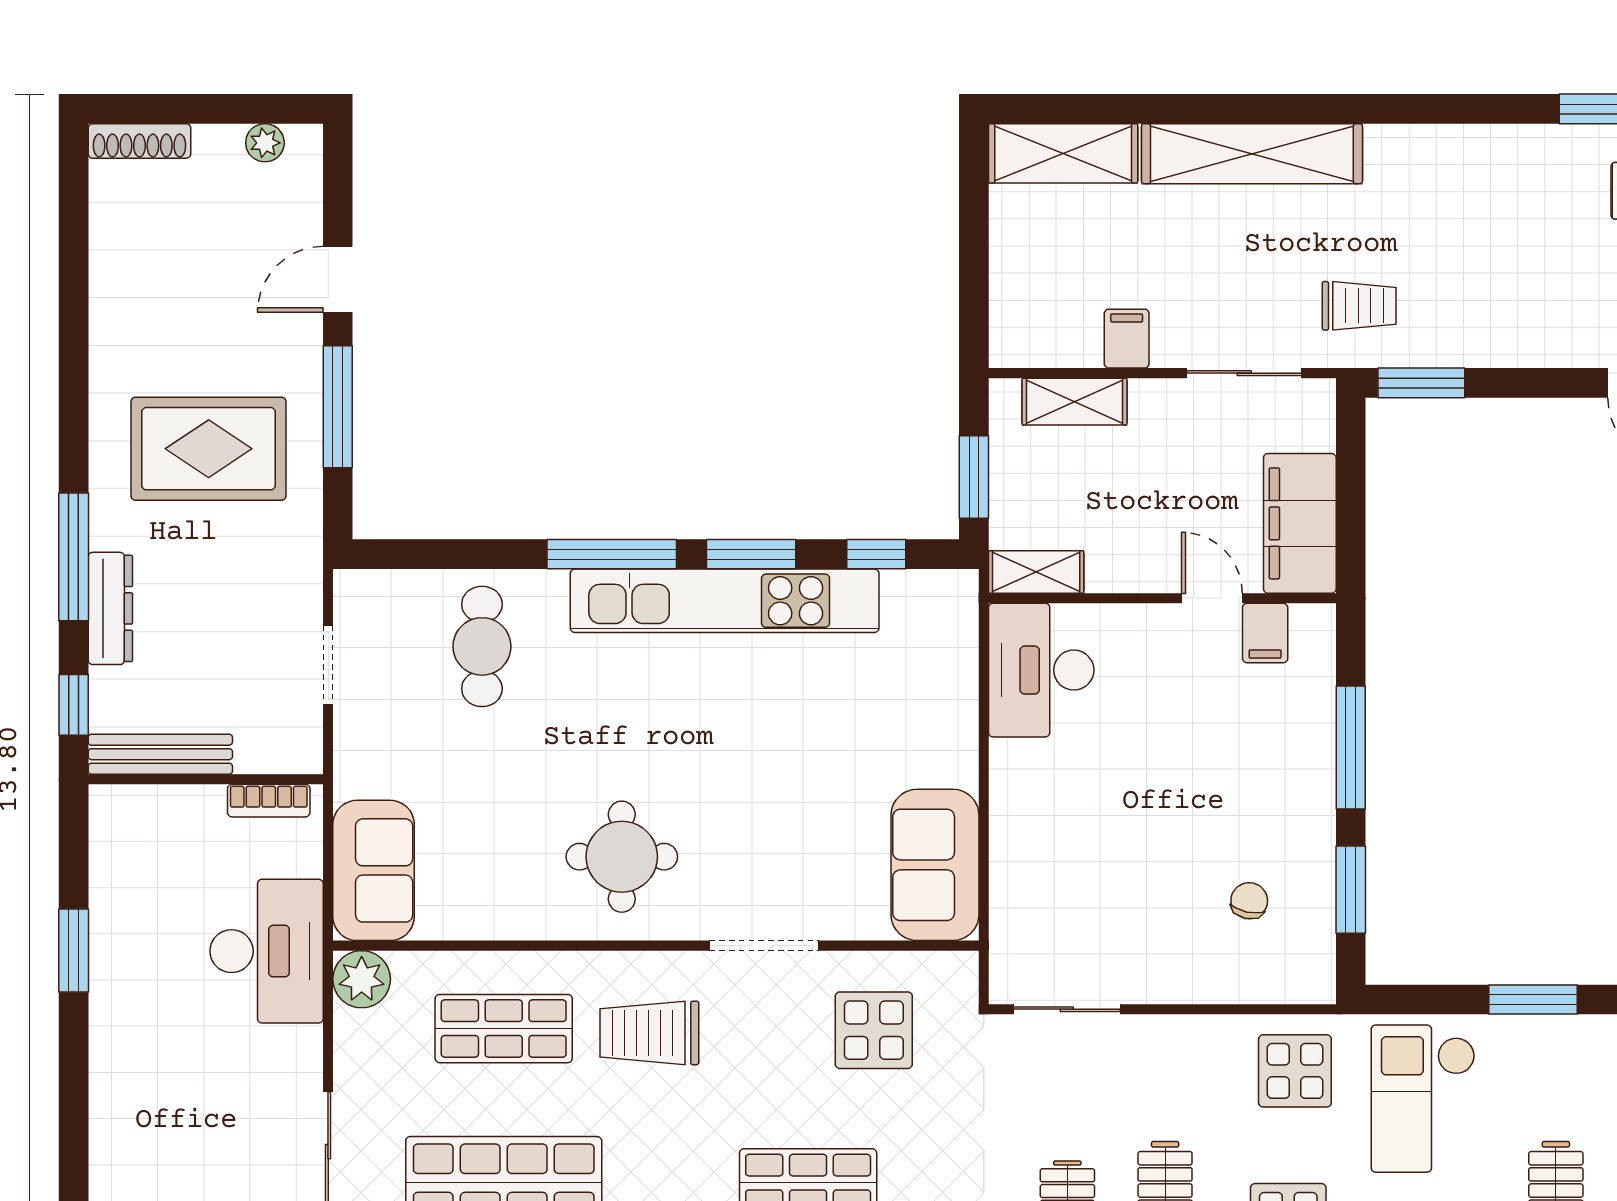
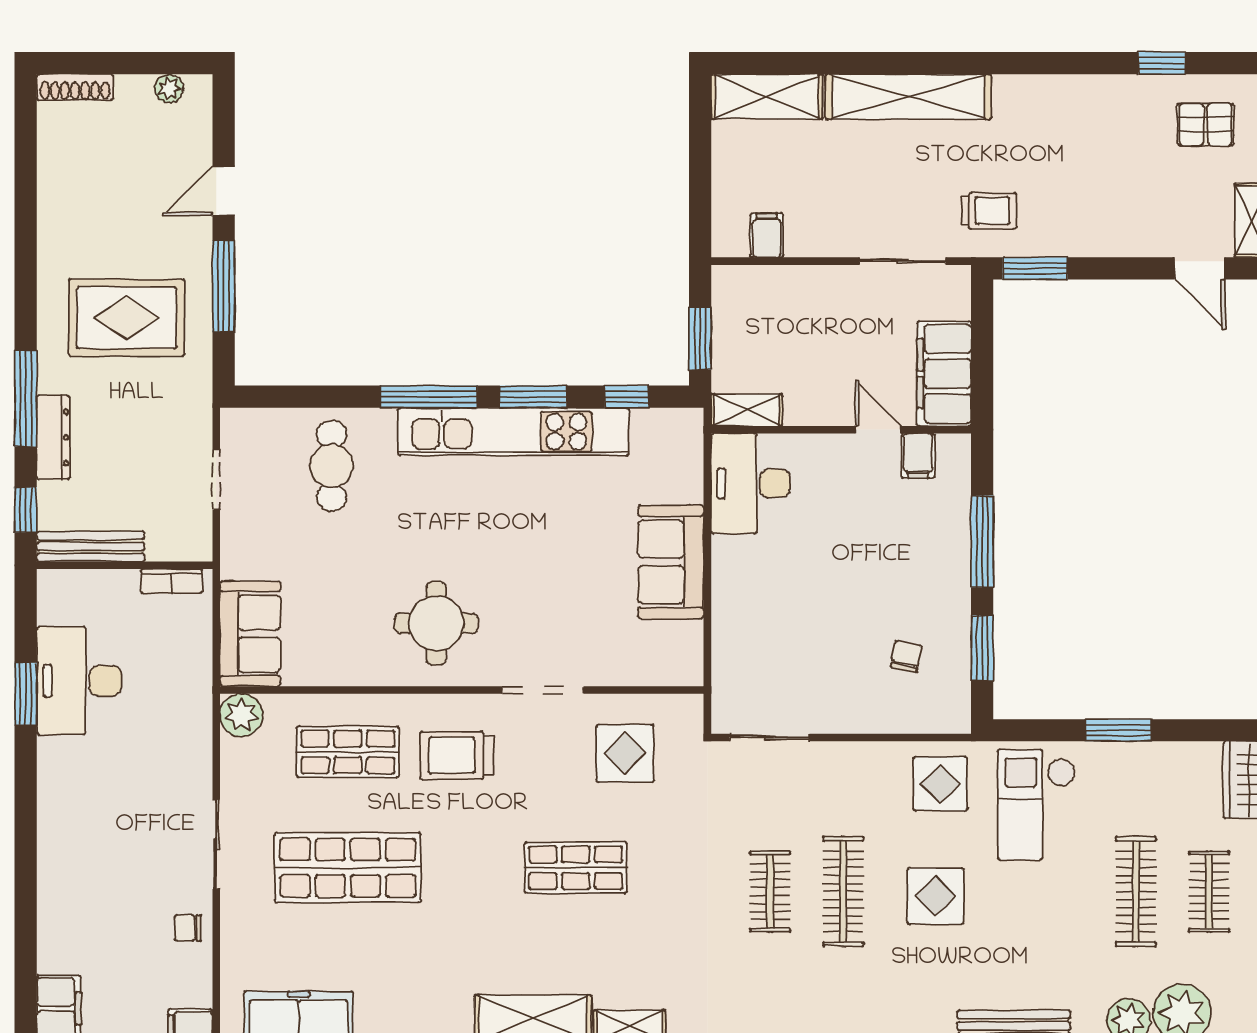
filing cabinet: (1127, 339) -> (767, 235), moved
shelving: (1075, 402) -> (775, 282), removed
sofa: (935, 865) -> (671, 562), moved
desk: (267, 951) -> (79, 681), moved, turned 180

